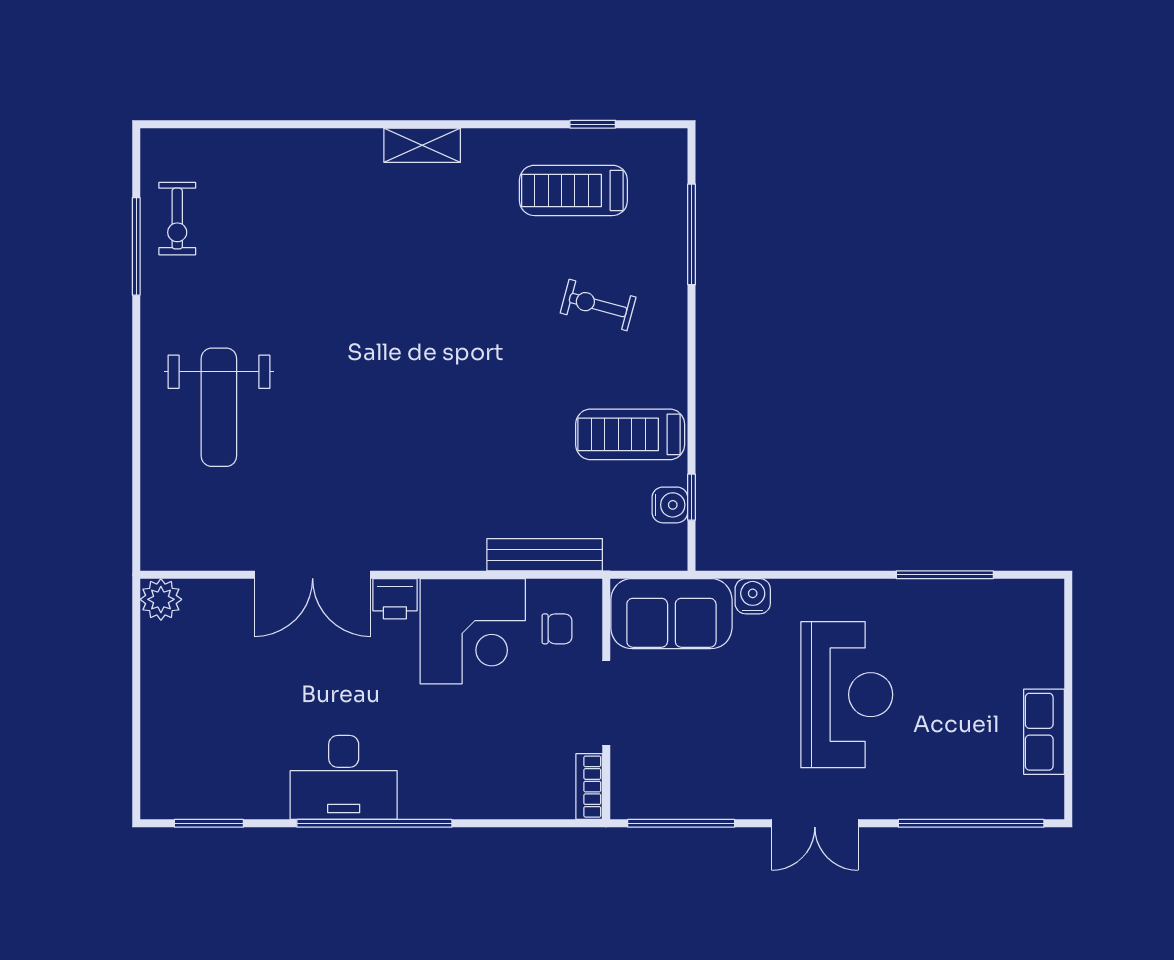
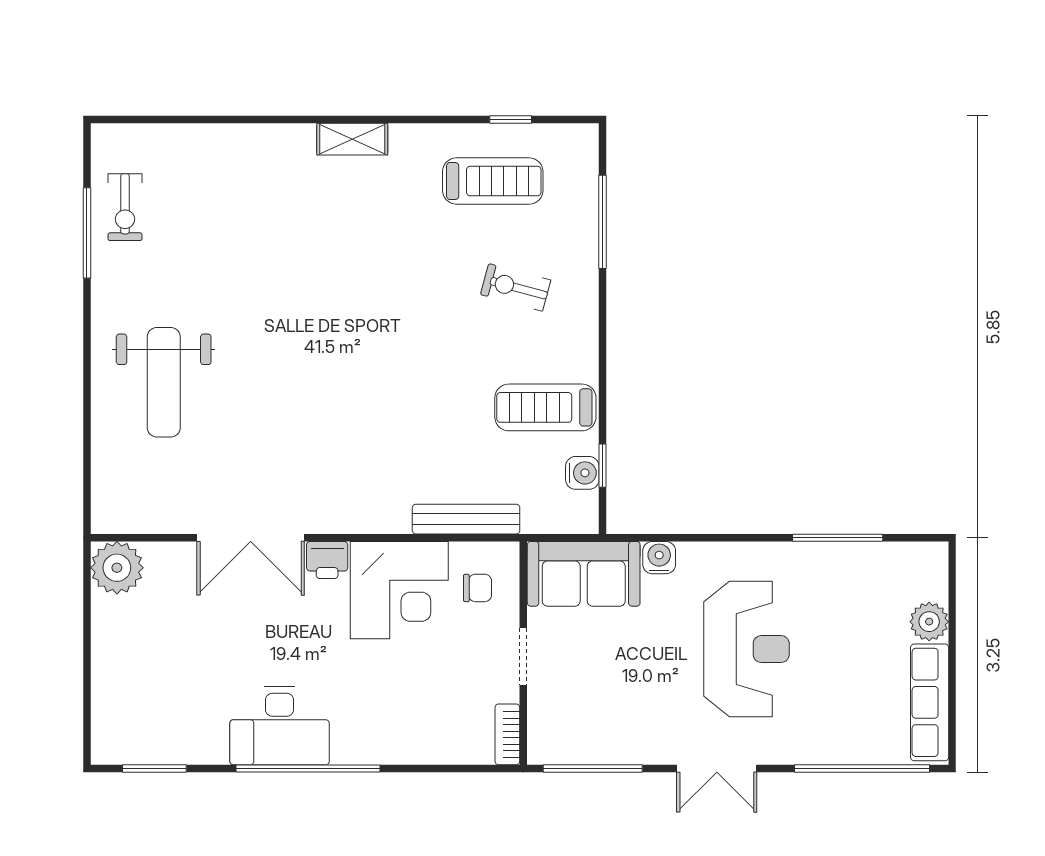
treadmill: (573, 190) -> (493, 181), turned 180
plant: (161, 599) -> (117, 568), width x1.36, depth x1.36
plant: (1044, 665) -> (929, 622), added
doorway: (606, 703) -> (523, 657), width x0.73
row of seats: (1044, 732) -> (930, 702), width x1.48

